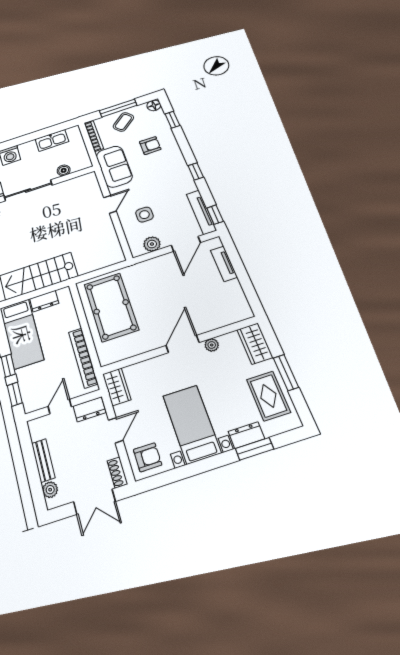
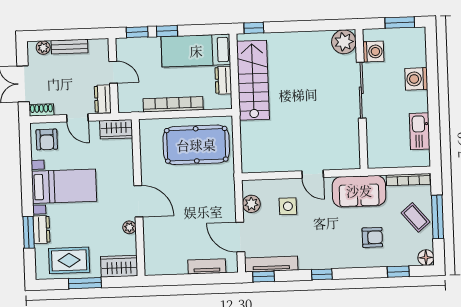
armchair: (150, 146) -> (372, 237), turned -90
boiler: (64, 170) -> (374, 135), removed
bookcase: (83, 358) -> (173, 104), moved

